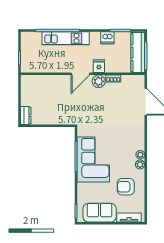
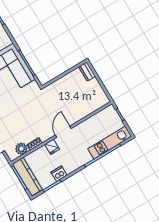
kitchen unit: (66, 38) -> (110, 143), moved
plant: (99, 81) -> (21, 149), moved

